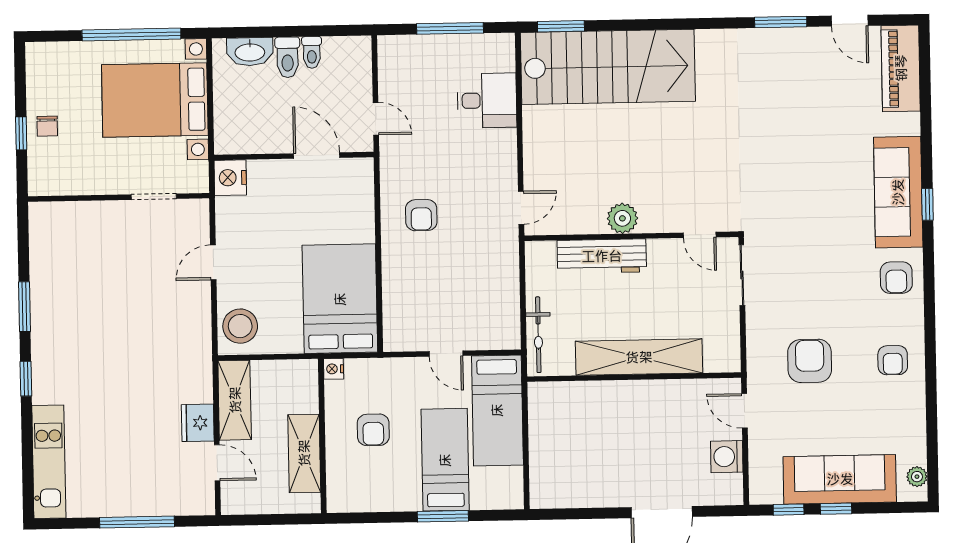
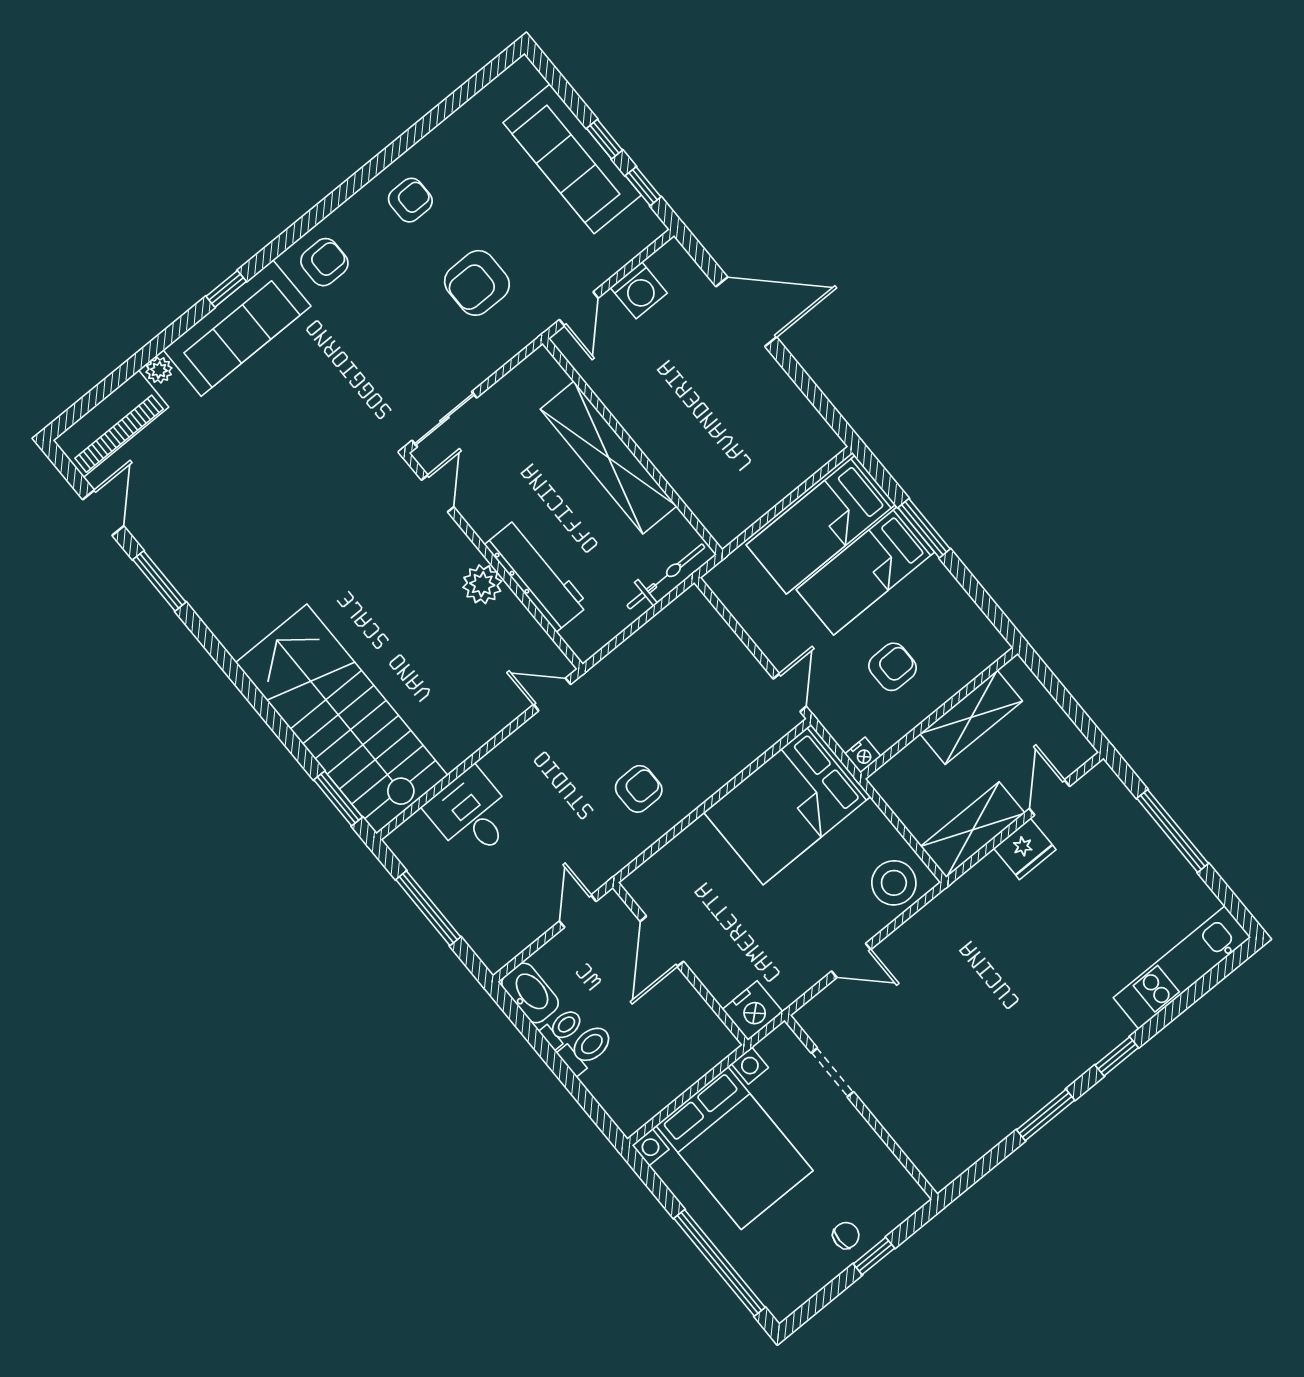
window: (131, 35) -> (719, 1263), moved
washbasin: (250, 52) -> (530, 993), moved
door: (446, 354) -> (790, 693), moved
bed: (497, 410) -> (821, 525), moved, turned 180
plant: (917, 477) -> (159, 370), moved

